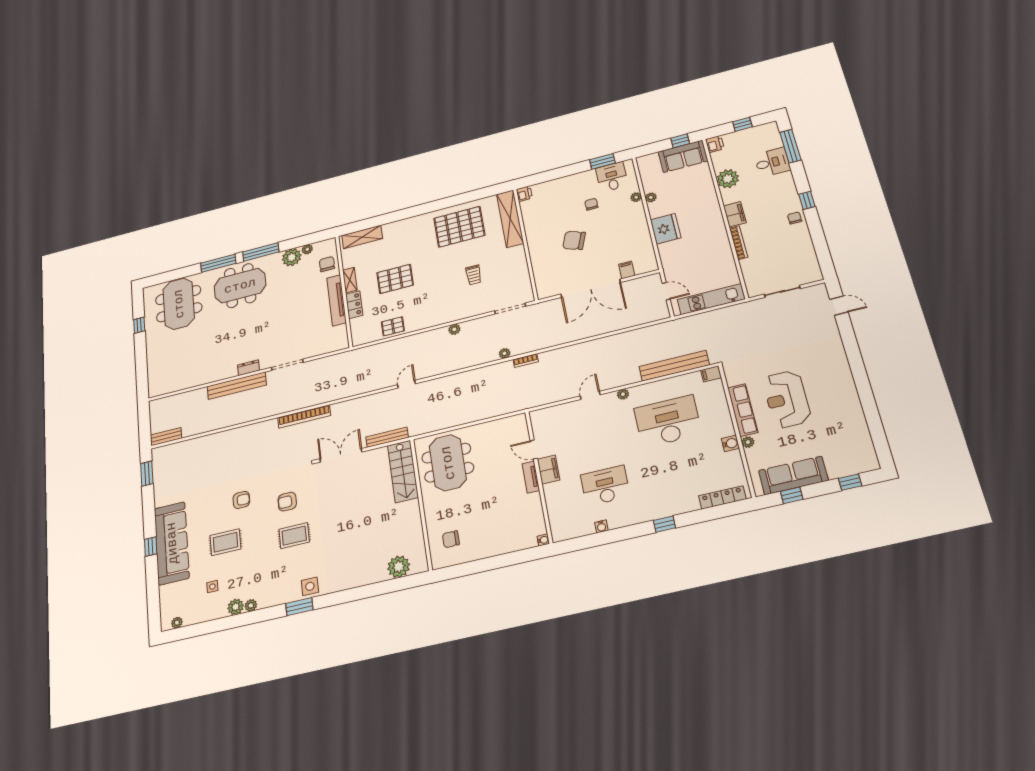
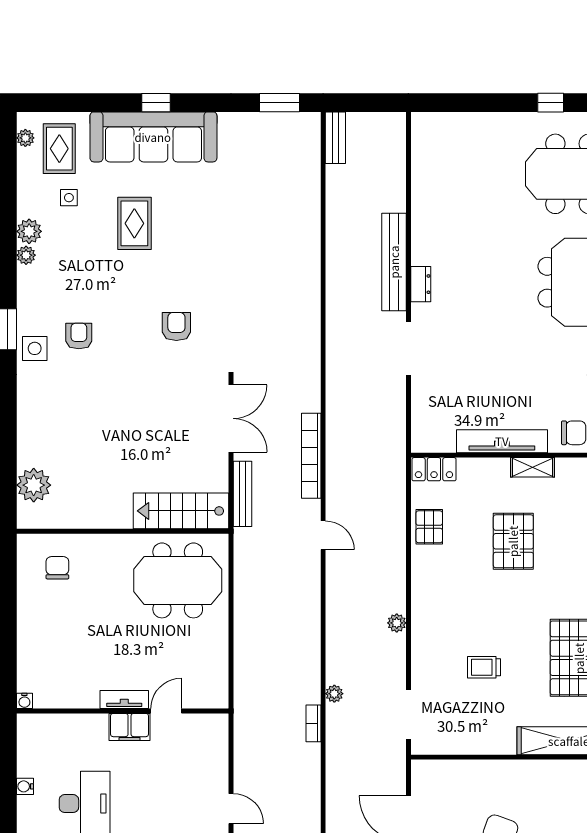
locker: (354, 305) -> (434, 469), moved
bookcase: (304, 416) -> (311, 456), moved
armchair: (241, 500) -> (79, 336), moved, turned 180
rug: (294, 536) -> (59, 149), moved

